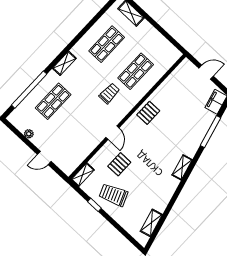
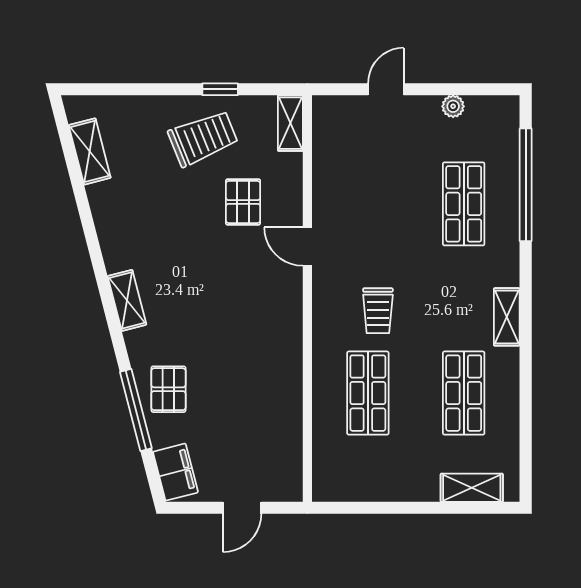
shelving: (64, 63) -> (507, 317), moved
pallet: (148, 113) -> (168, 389), moved

